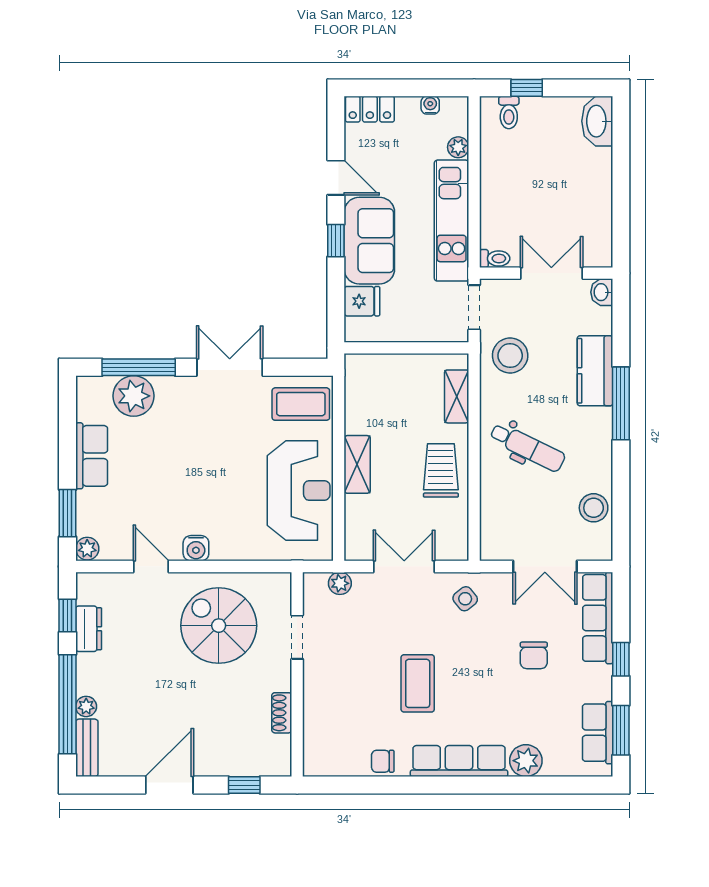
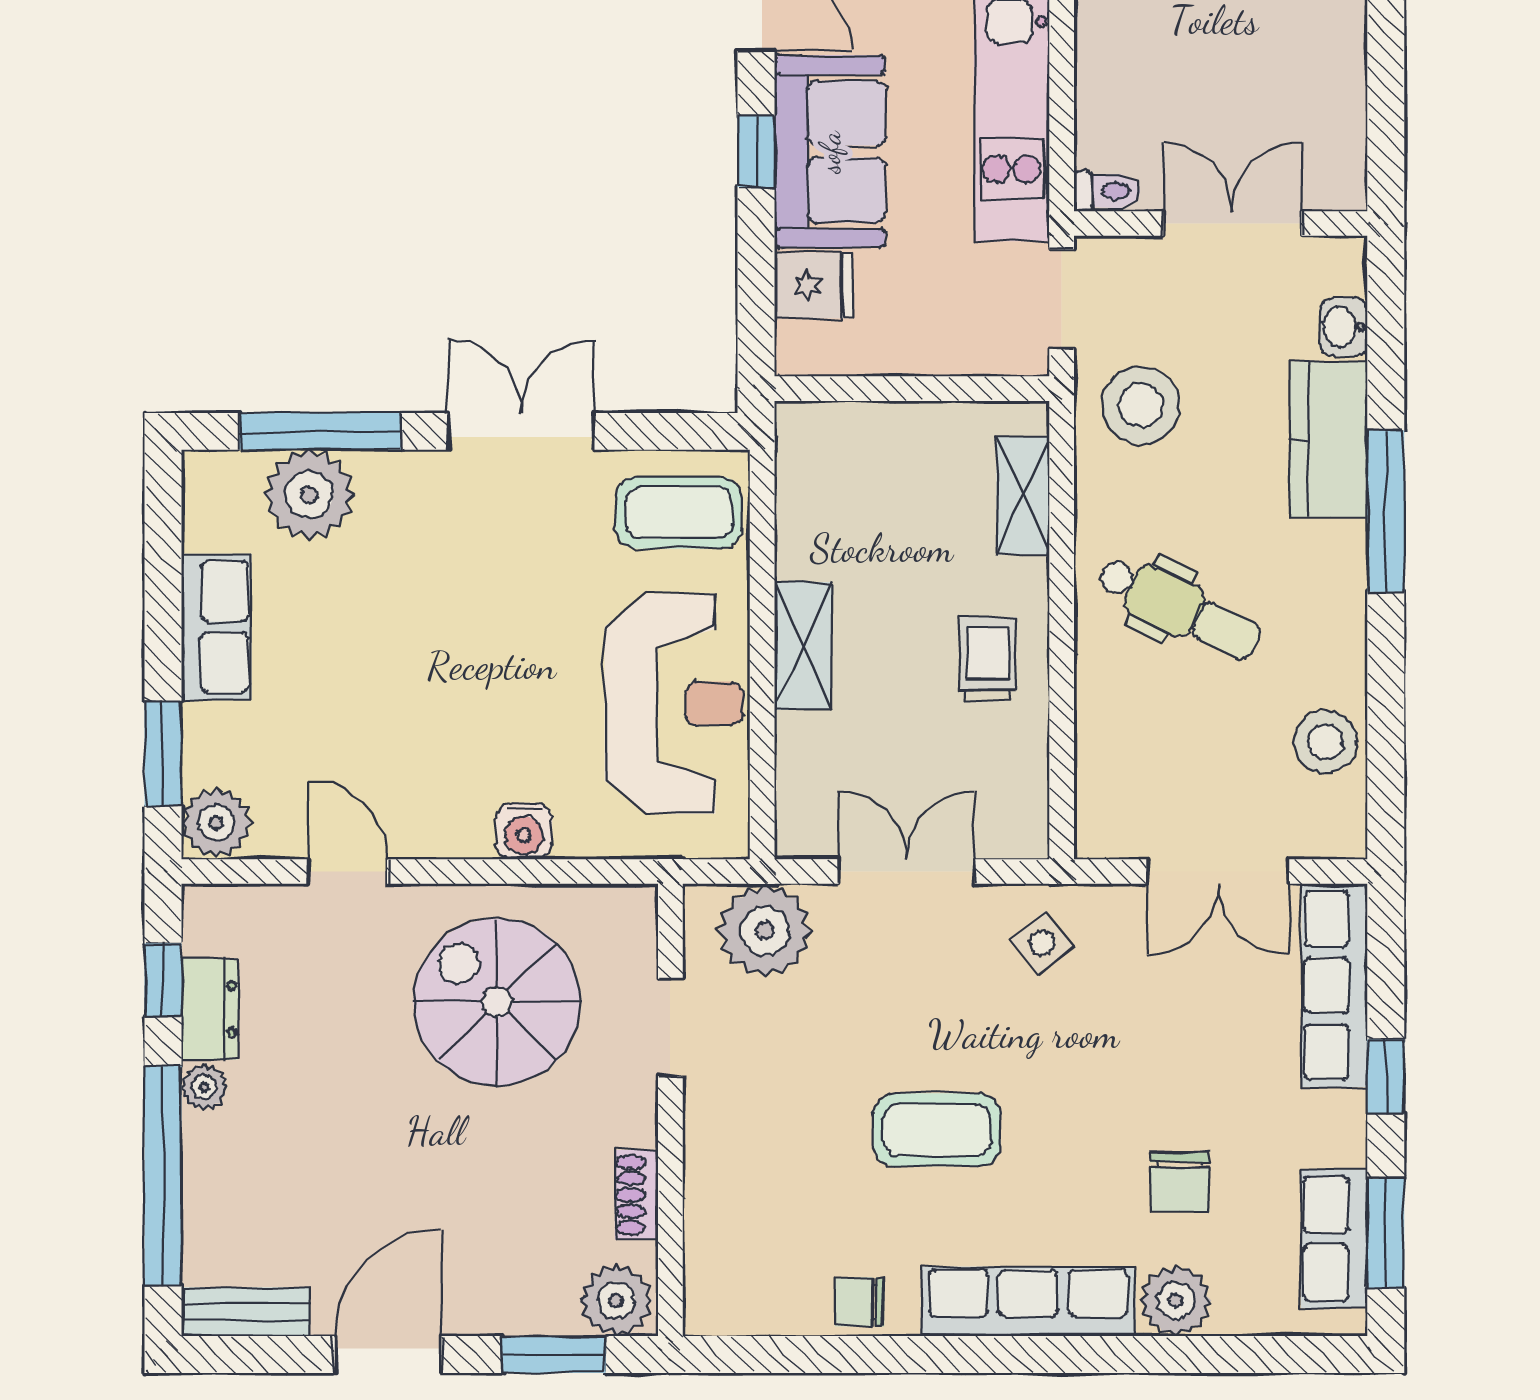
washbasin: (602, 292) -> (1343, 327), moved
trolley: (441, 470) -> (988, 659), width x0.73, depth x0.72
water cooler: (196, 548) -> (524, 831), moved
plant: (87, 549) -> (216, 823), width x1.38, depth x1.38
plant: (340, 583) -> (765, 931), width x1.87, depth x1.87
chair: (534, 655) -> (1180, 1182), moved
coffee table: (418, 683) -> (937, 1130), turned 90
plant: (86, 706) -> (204, 1087), moved
bench: (87, 748) -> (246, 1312), moved, turned 90
plant: (273, 761) -> (616, 1300), added
window: (244, 785) -> (554, 1354), width x1.50

